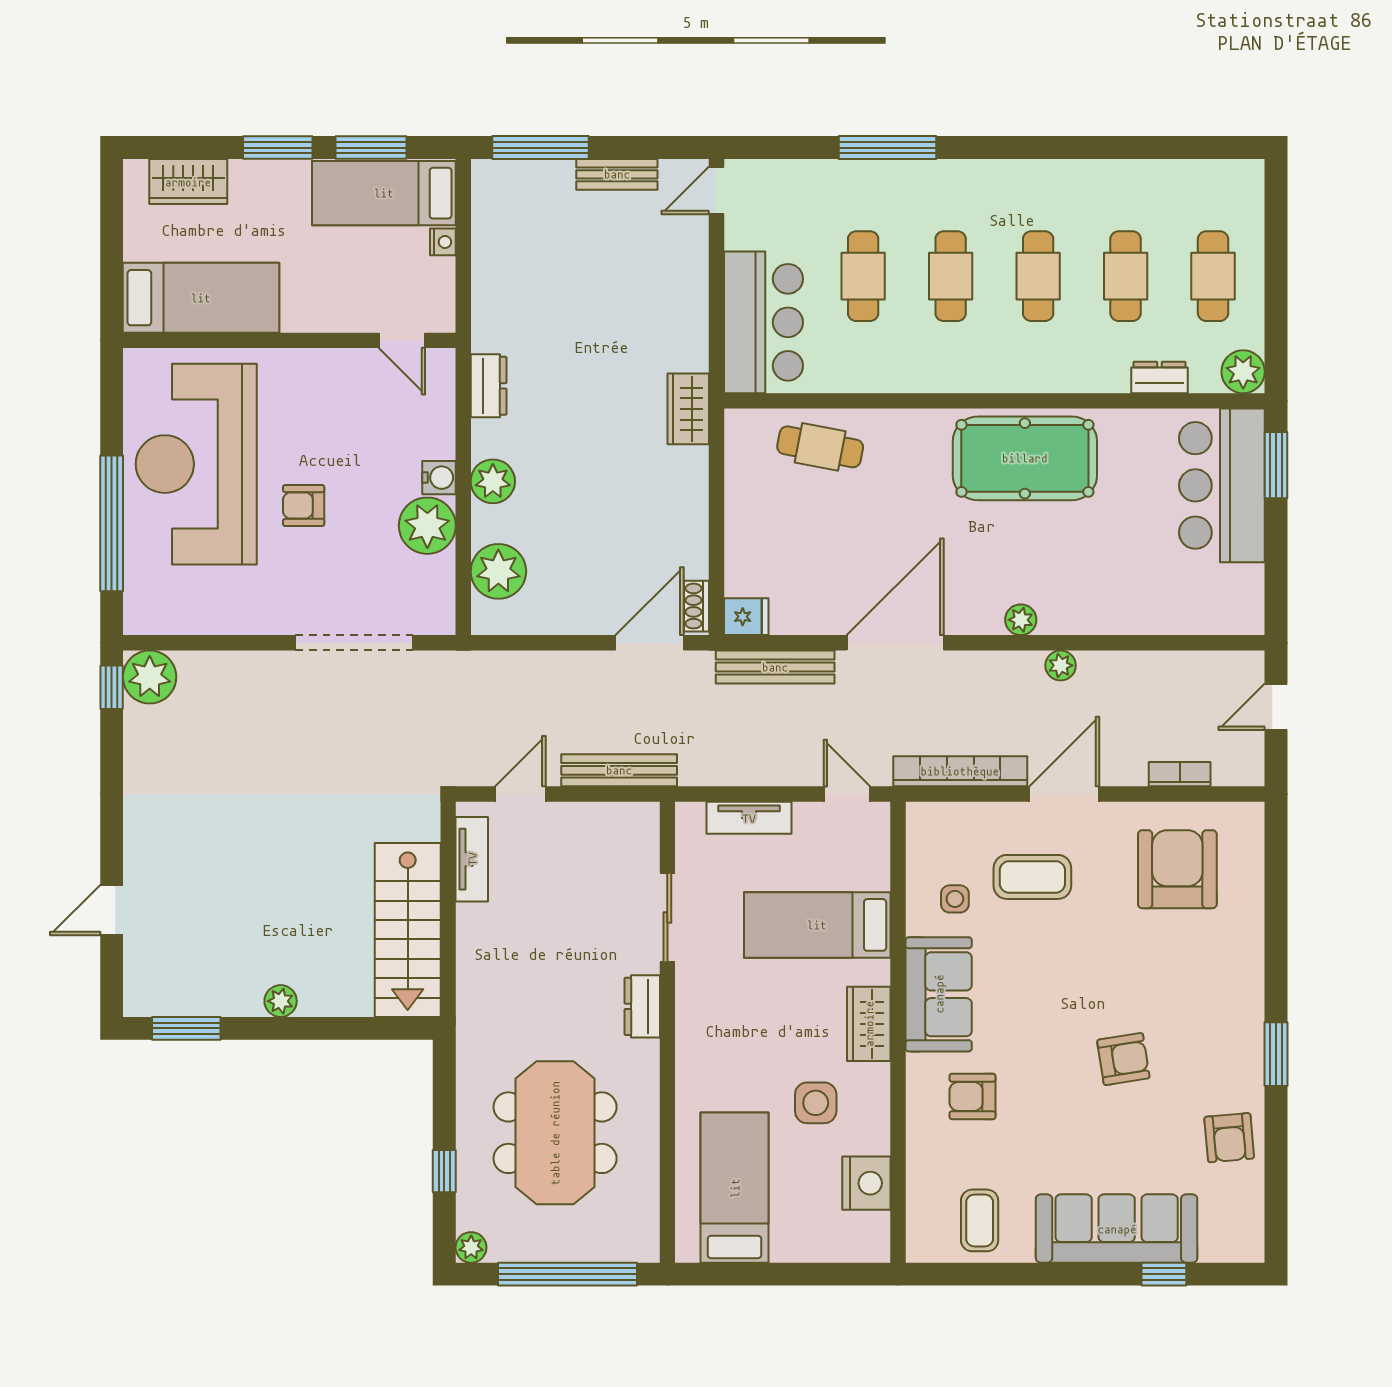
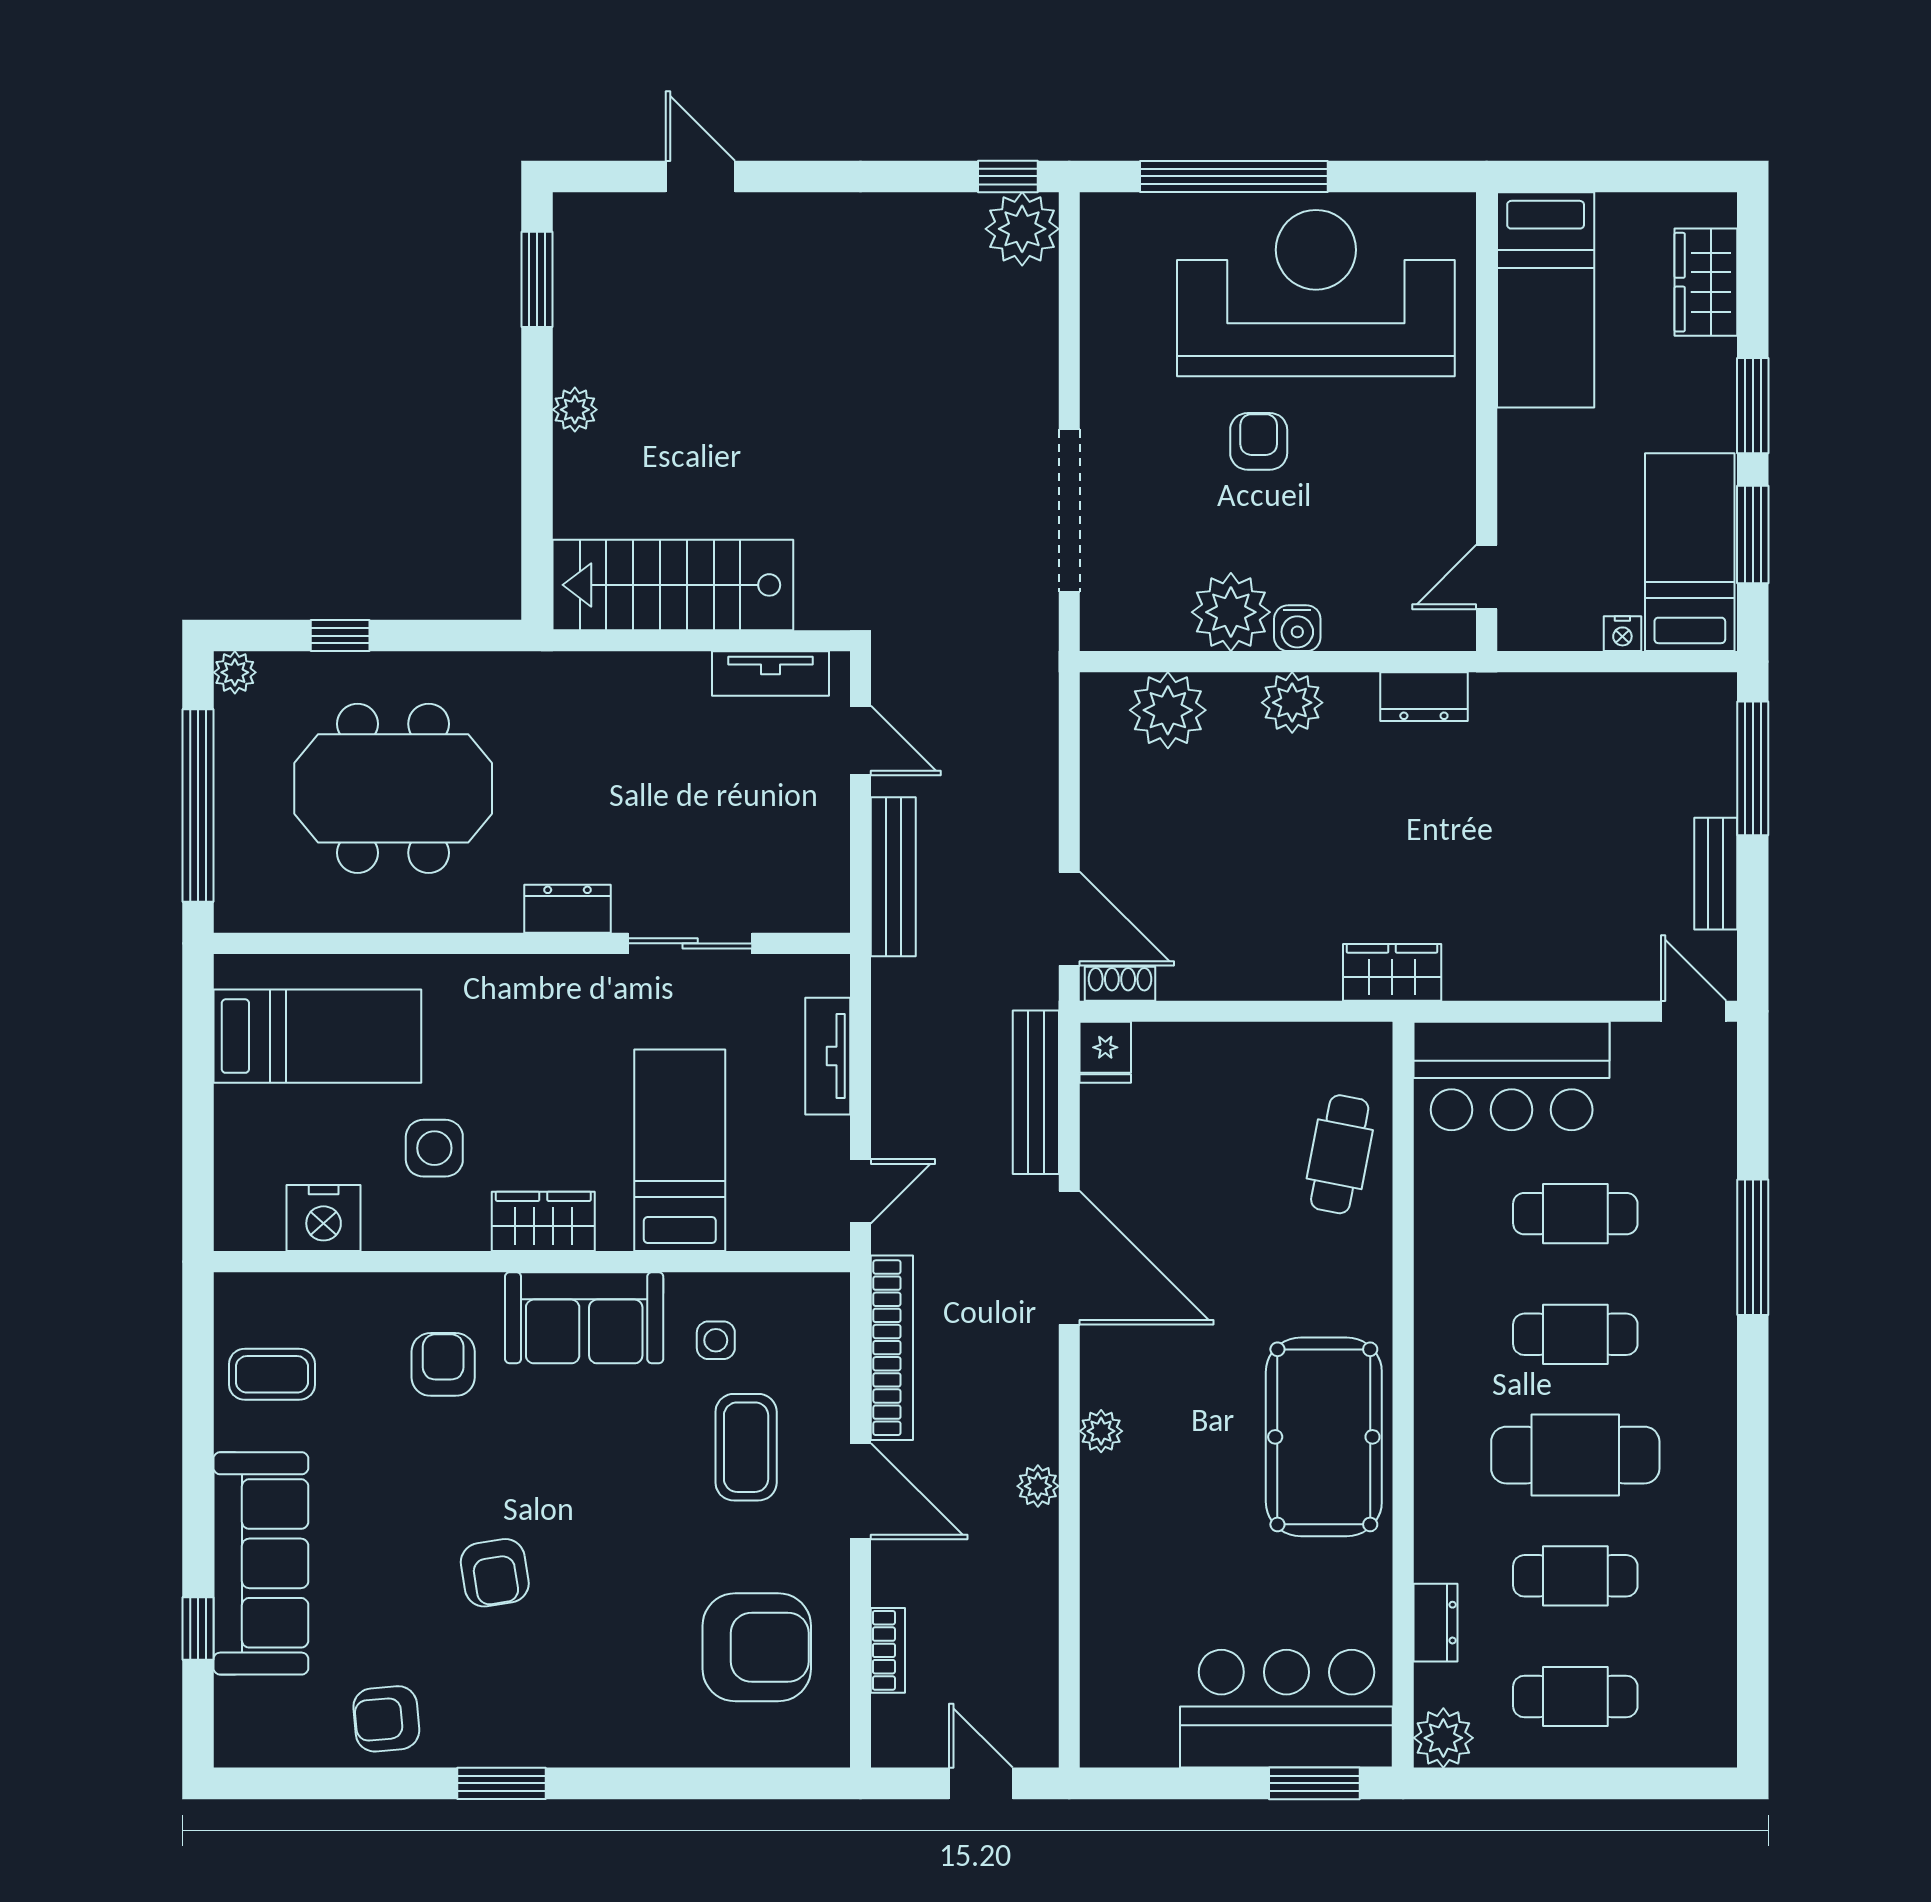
cafe table: (1038, 276) -> (1575, 1455), width x1.37, depth x1.35

